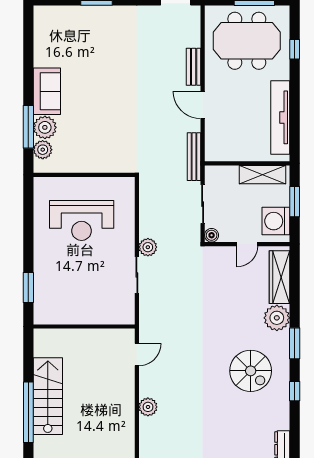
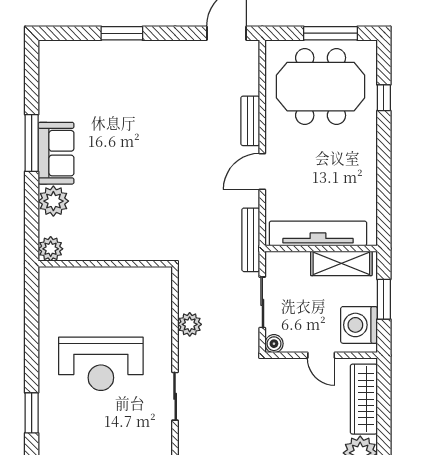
door: (203, 105) -> (262, 171), hinge flipped
tv unit: (280, 117) -> (318, 233), moved, turned 90
window: (28, 127) -> (32, 143), moved
plant: (43, 150) -> (51, 249), moved
reception desk: (82, 220) -> (101, 364), moved
door: (247, 244) -> (321, 355), hinge flipped
plant: (148, 247) -> (190, 324), moved

